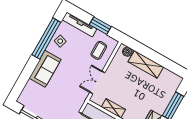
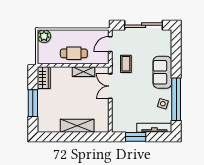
coffee table: (99, 50) -> (126, 64), moved
boiler: (127, 52) -> (99, 128), removed
double door: (97, 83) -> (110, 86), swing flipped

